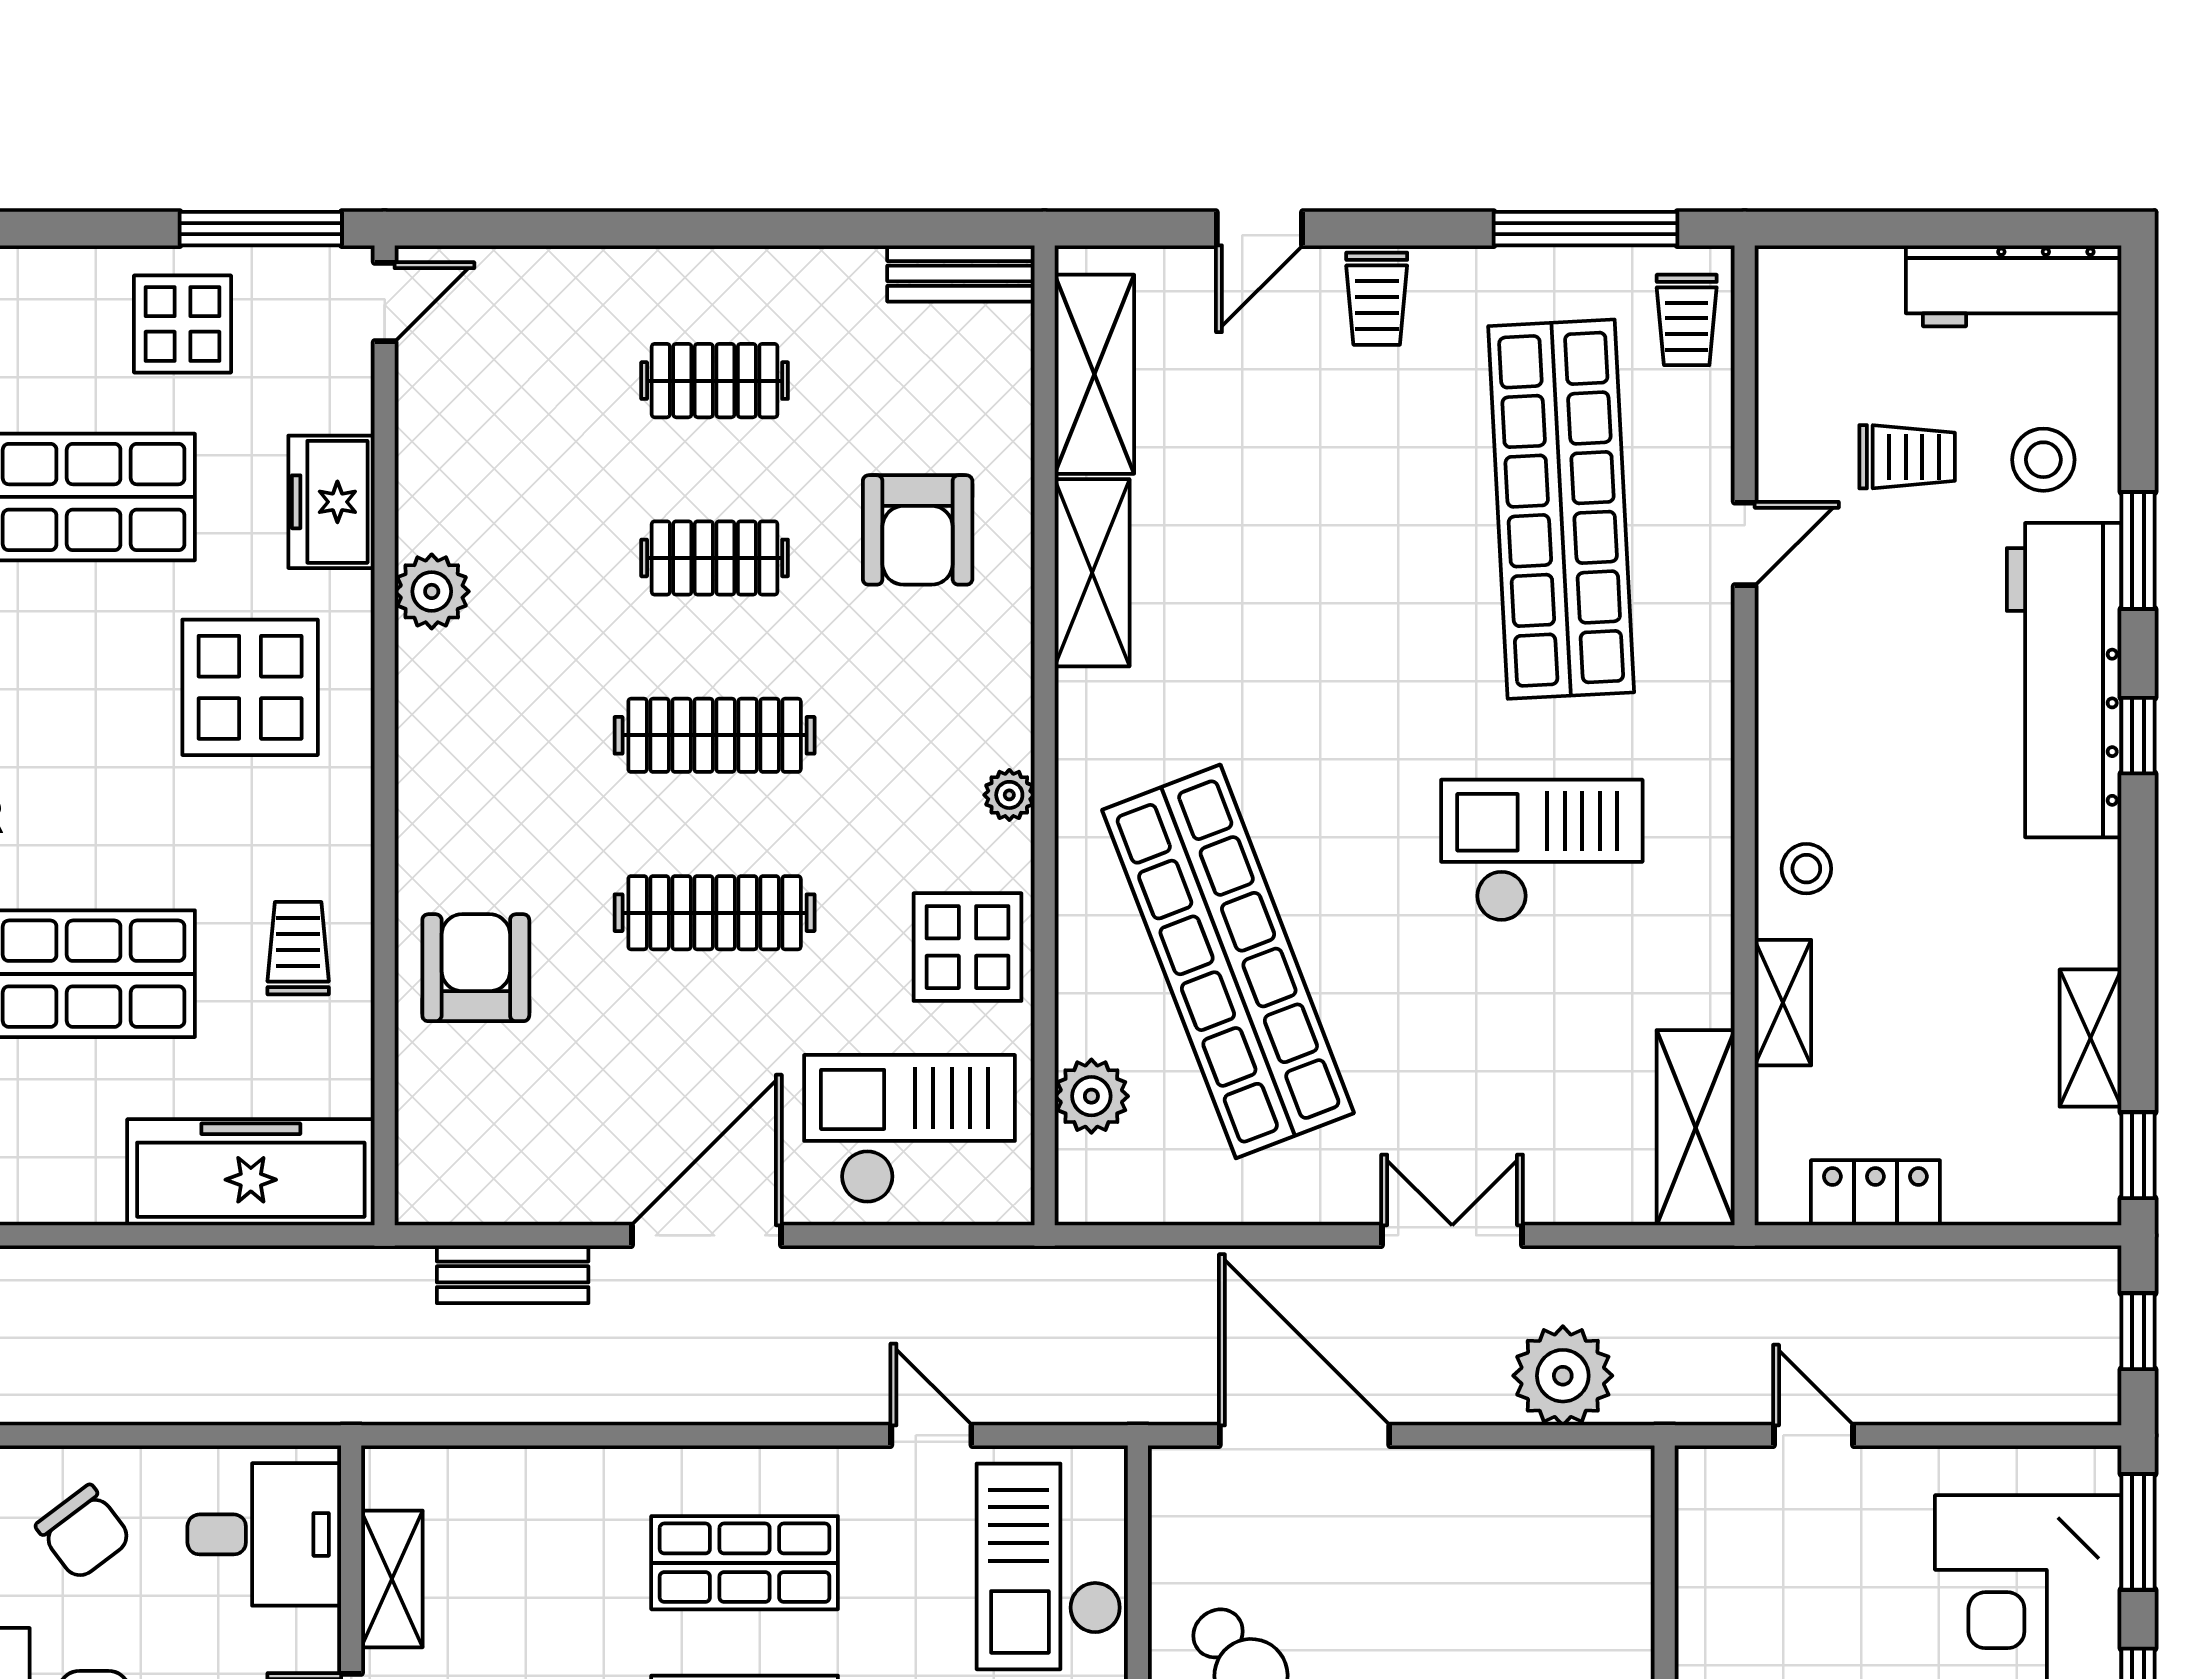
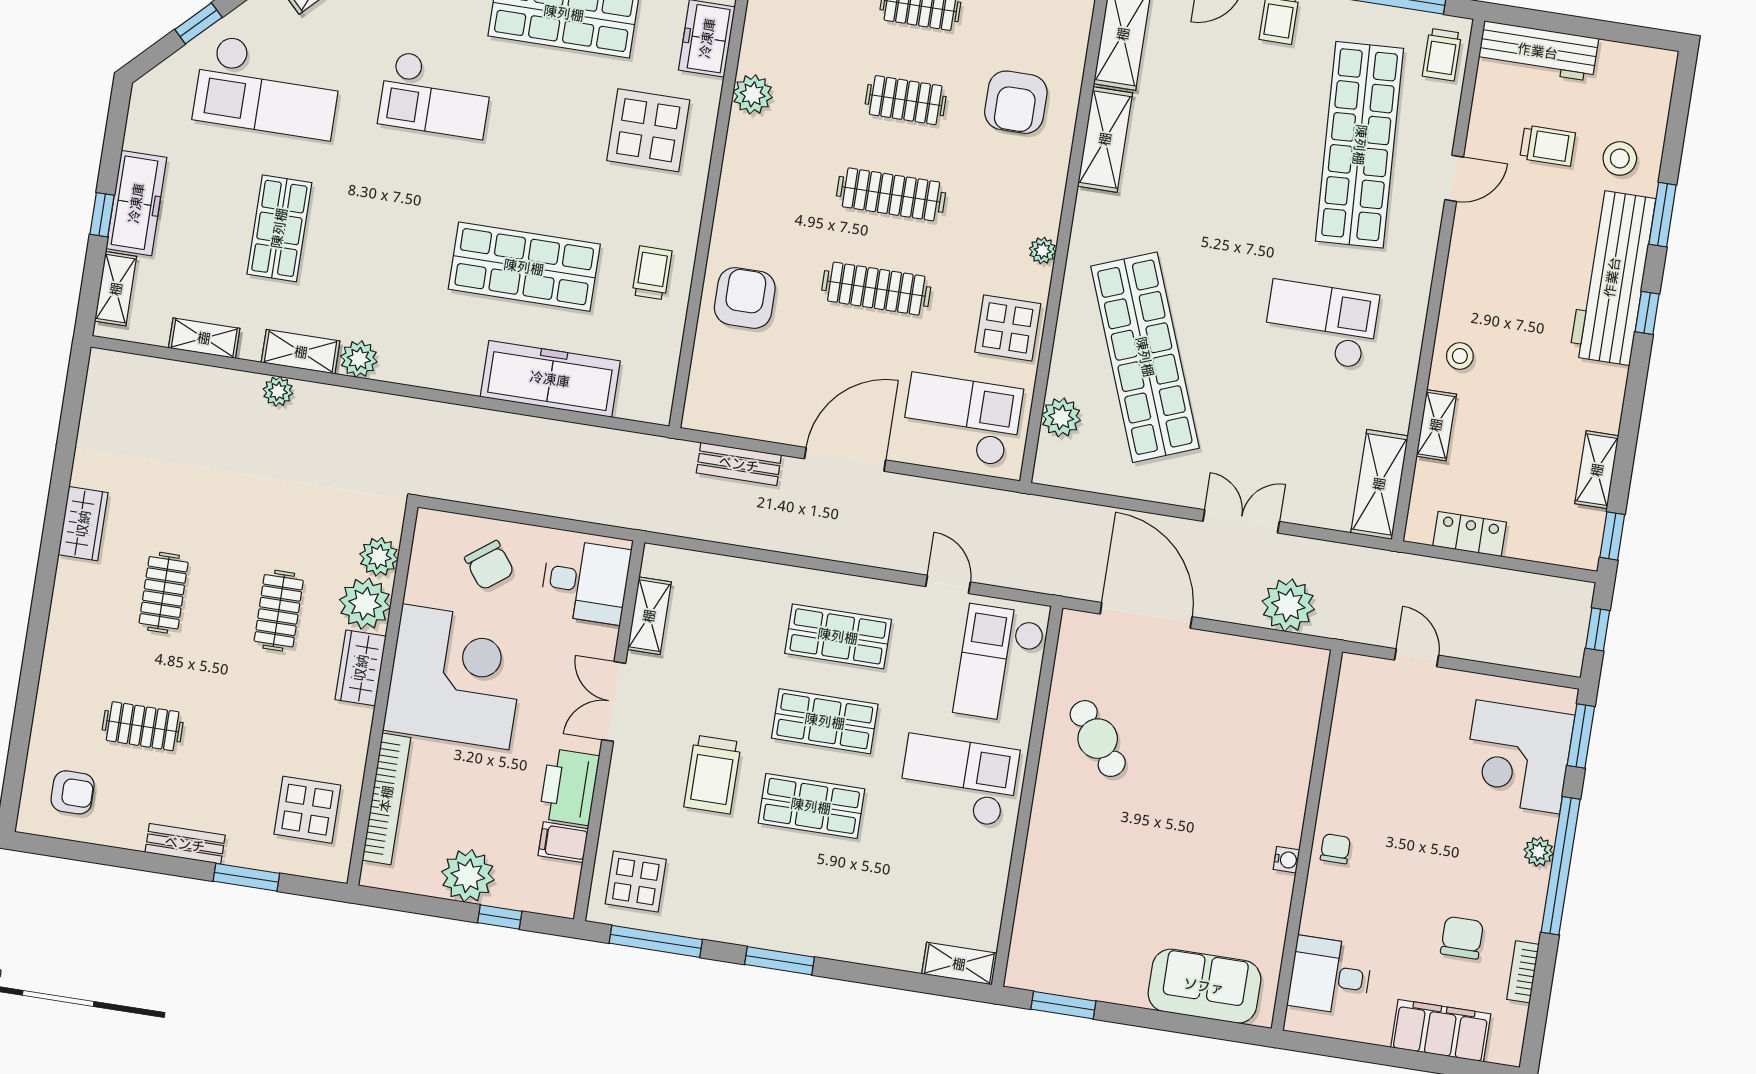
workbench: (2014, 286) -> (1538, 51), moved
freezer: (251, 1172) -> (550, 379), moved

